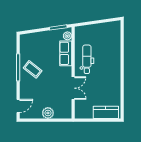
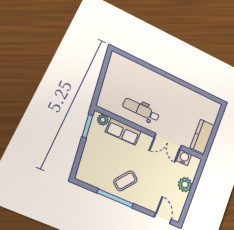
double door: (73, 88) -> (168, 141), swing flipped
water cooler: (67, 105) -> (184, 158), added
kitchen counter: (106, 112) -> (202, 136), moved

